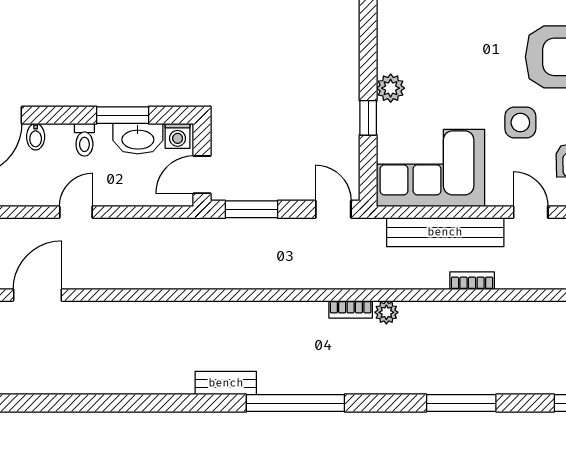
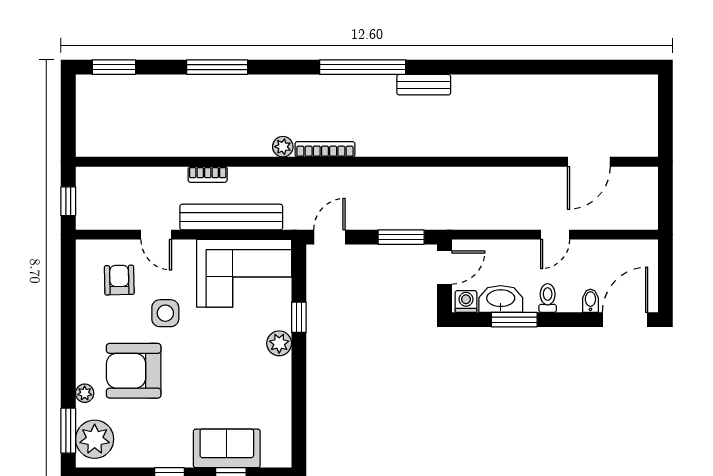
door: (333, 209) -> (329, 237), swing flipped
bookcase: (351, 309) -> (325, 149), width x1.56

